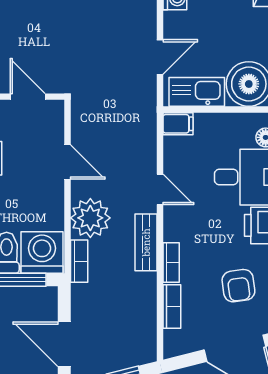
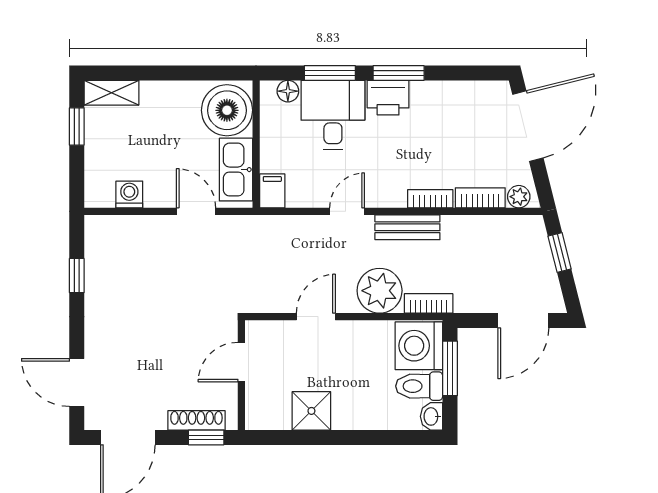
armchair: (238, 286) -> (457, 122), removed
plant: (173, 340) -> (519, 197), added

